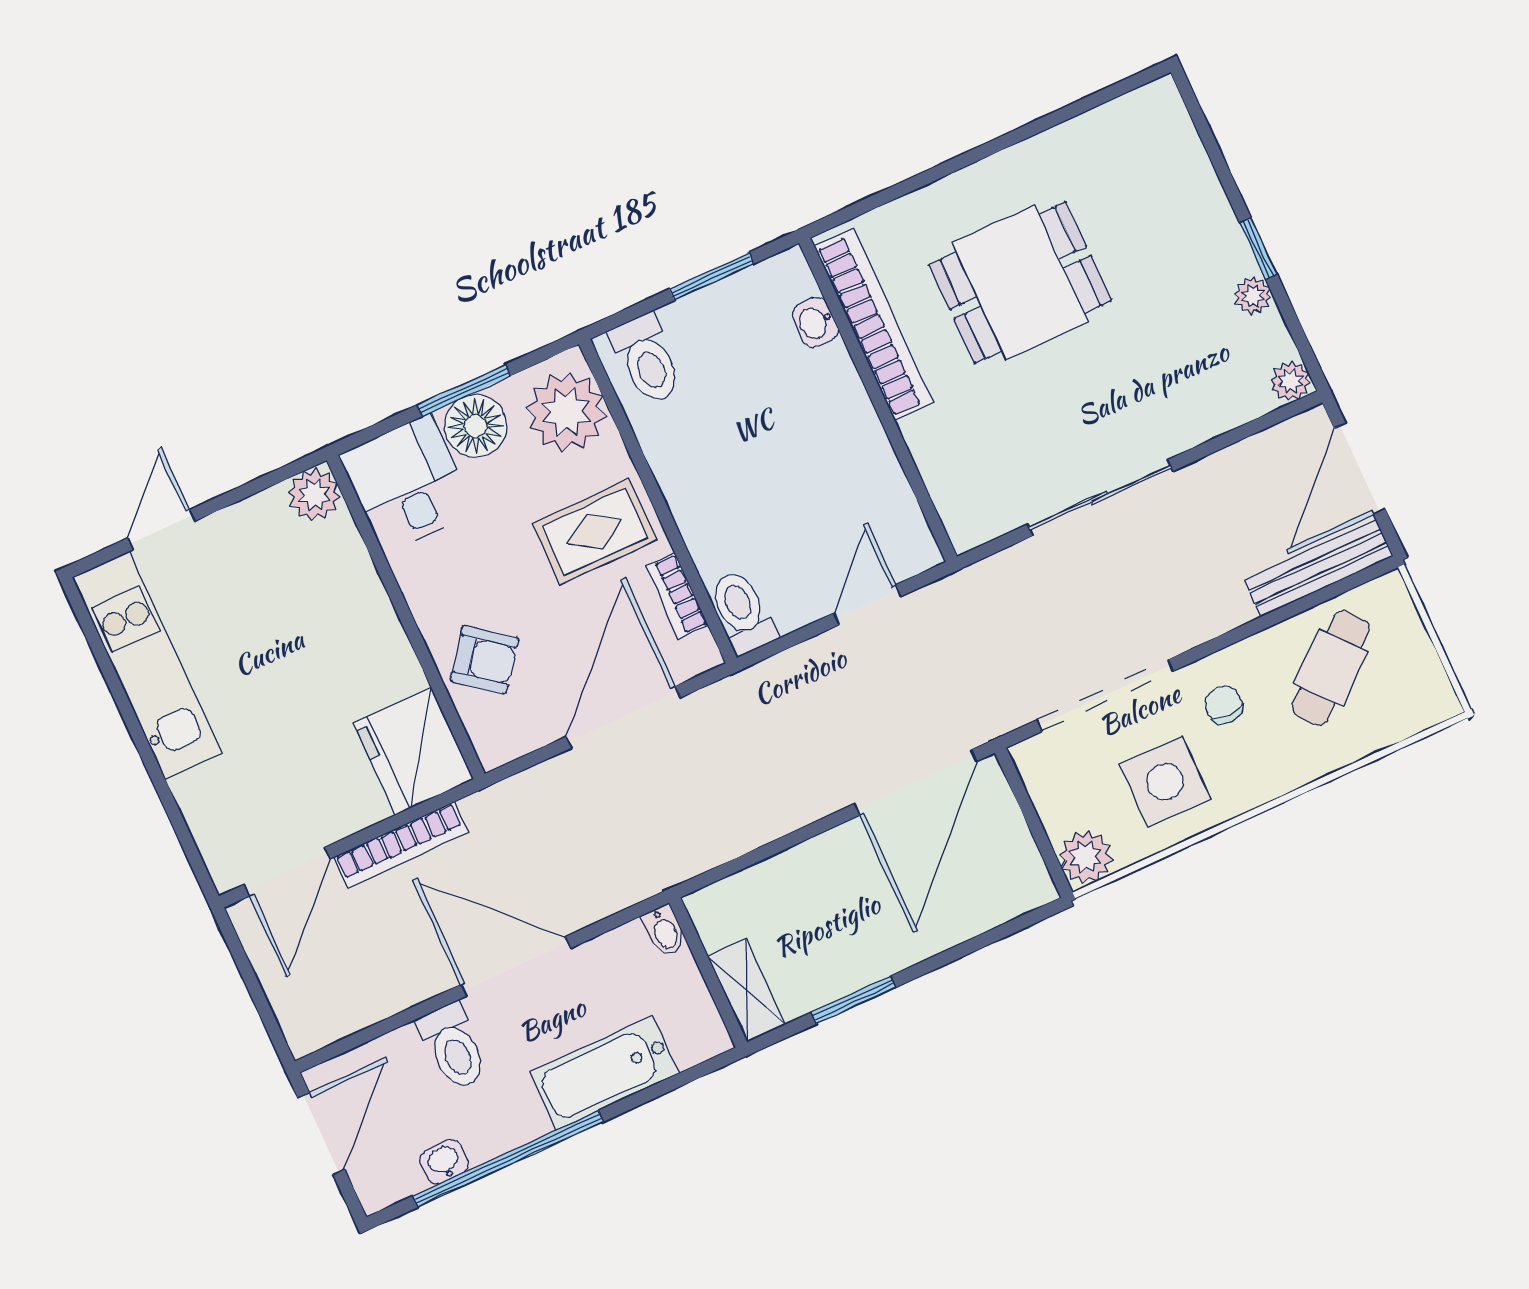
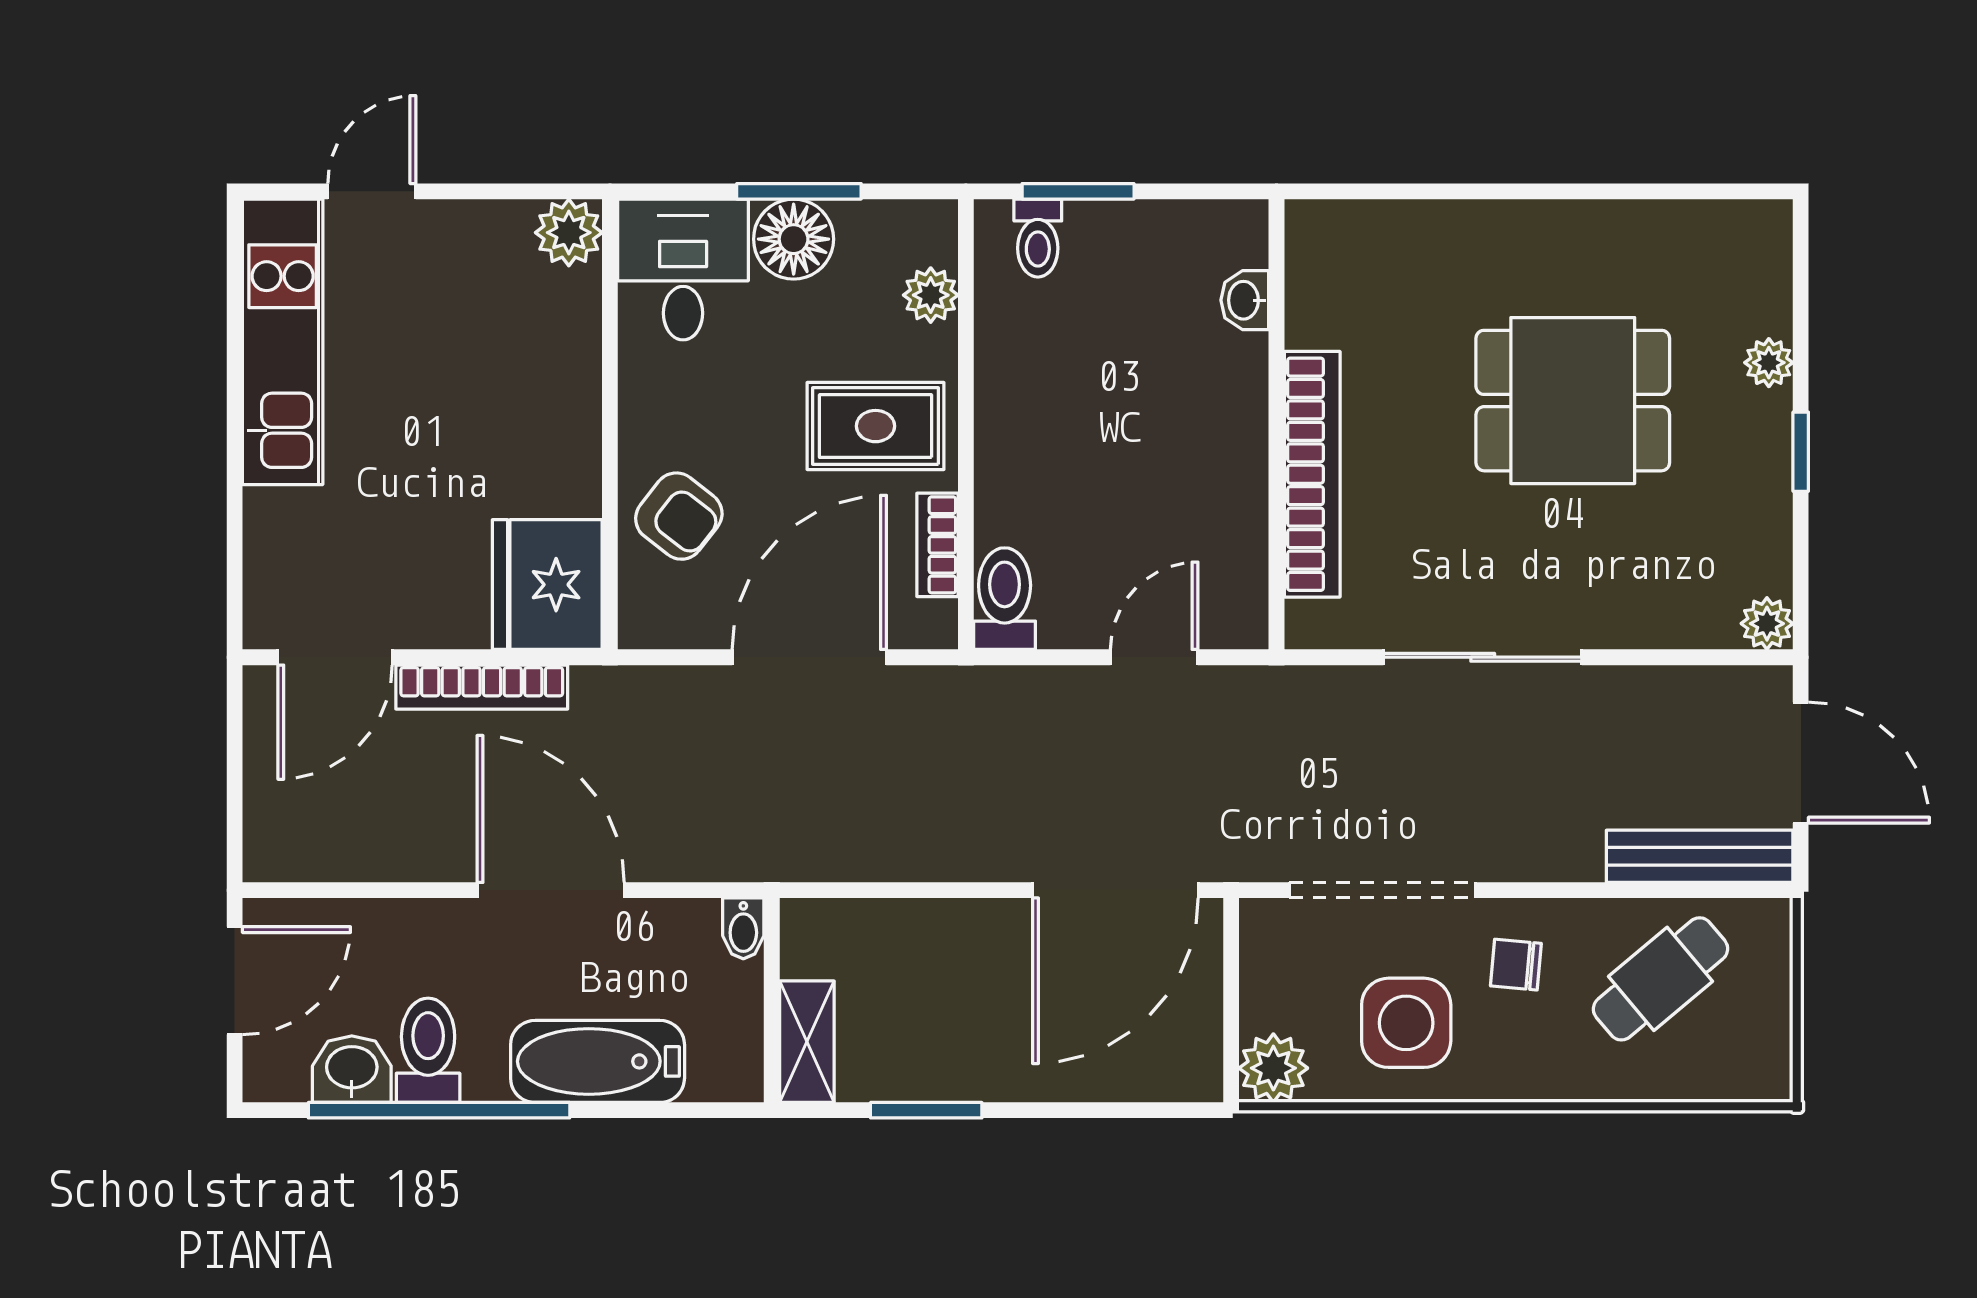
window: (712, 276) -> (1078, 191), moved
dining table: (1020, 283) -> (1573, 401), moved
plant: (1253, 296) -> (1769, 363), moved
bookcase: (874, 324) -> (1312, 474), moved
toilet: (647, 359) -> (1038, 238), width x0.73, depth x0.72
plant: (566, 412) -> (931, 295), width x0.53, depth x0.53
door: (1360, 469) -> (1801, 763), swing flipped
chair: (1224, 705) -> (1516, 965), turned -85
toilet: (453, 1047) -> (428, 1050), moved, turned 180
washbasin: (444, 1162) -> (352, 1069), width x1.38, depth x1.45

